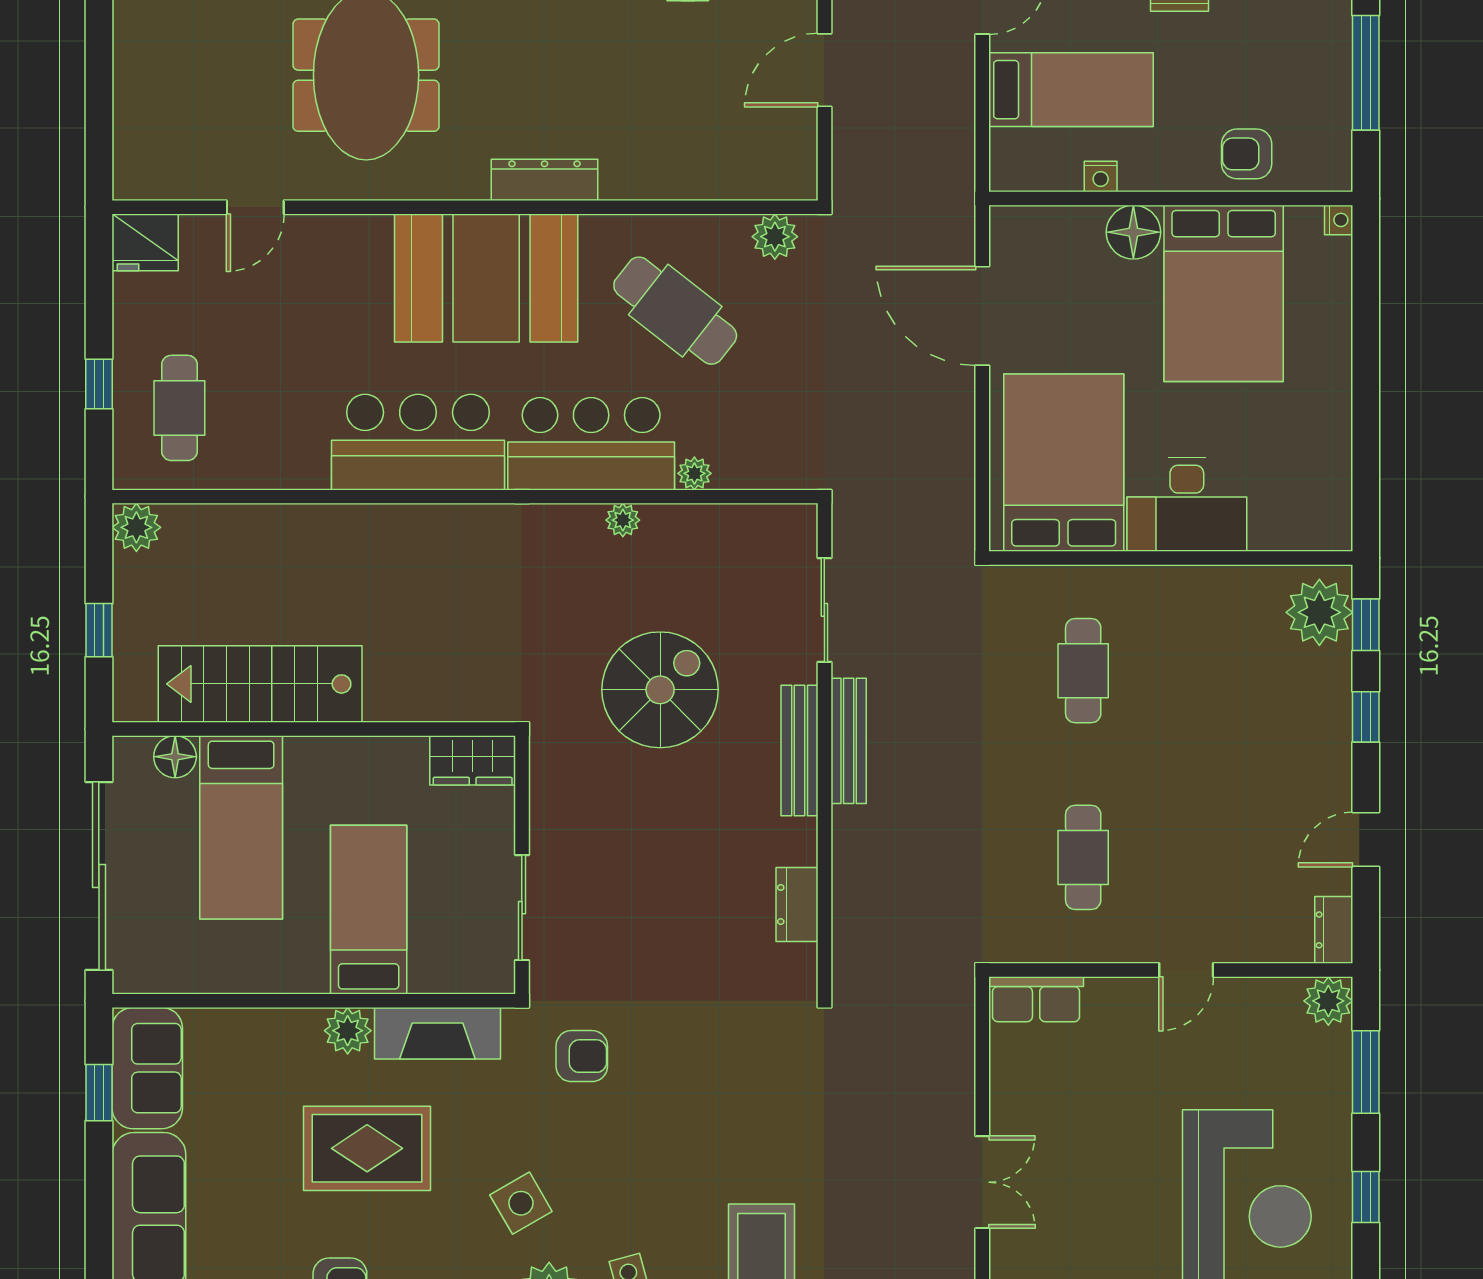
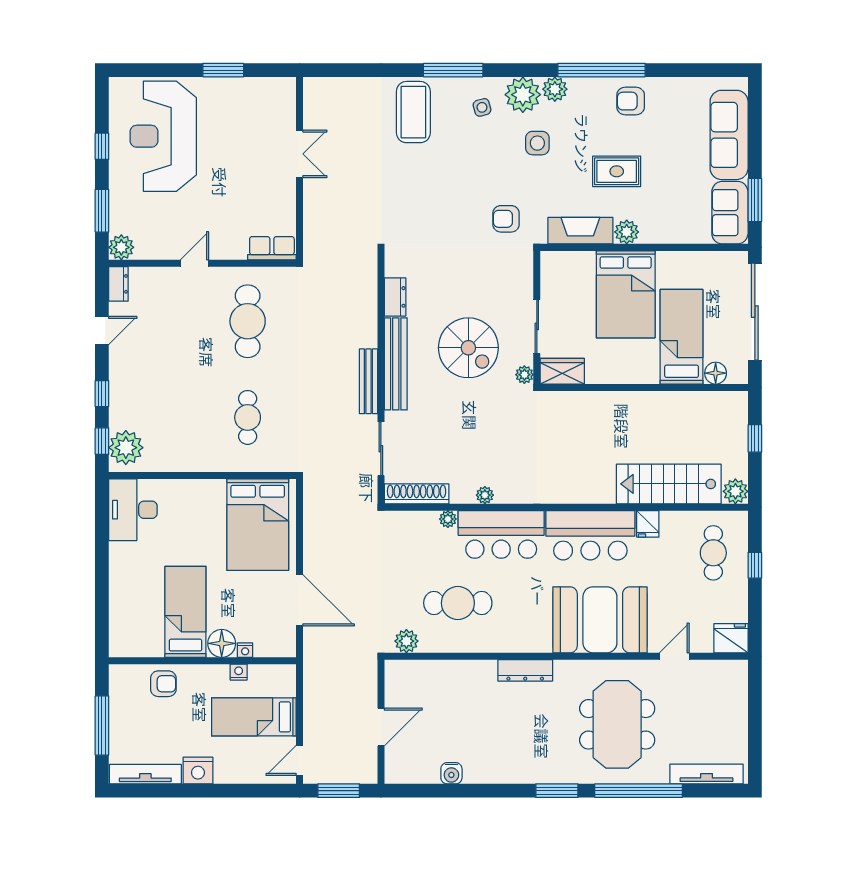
nightstand: (1339, 220) -> (245, 650), moved, turned -90
booth: (486, 278) -> (600, 620), moved
bed: (1224, 293) -> (185, 612), width x0.67
cafe table: (675, 311) -> (458, 603), turned -38
fridge: (307, 464) -> (648, 524), added
desk: (1187, 504) -> (133, 510), moved, turned -90
shoe rack: (755, 523) -> (417, 494), added
stairs: (260, 684) -> (669, 484), moved, turned 180
spiral stairs: (660, 690) -> (468, 348), moved, turned -90
bench: (800, 751) -> (396, 364), width x1.37, depth x1.21
plant: (546, 754) -> (524, 375), added
cafe table: (1083, 857) -> (248, 321), width x1.37, depth x1.35
sliding door: (522, 908) -> (537, 326), moved
bed: (369, 910) -> (626, 294), width x1.50
window: (99, 1093) -> (755, 200), width x1.50
rug: (367, 1148) -> (617, 171), width x0.73, depth x0.70
double door: (982, 1182) -> (300, 154), swing flipped
side table: (521, 1203) -> (537, 143), turned 30

